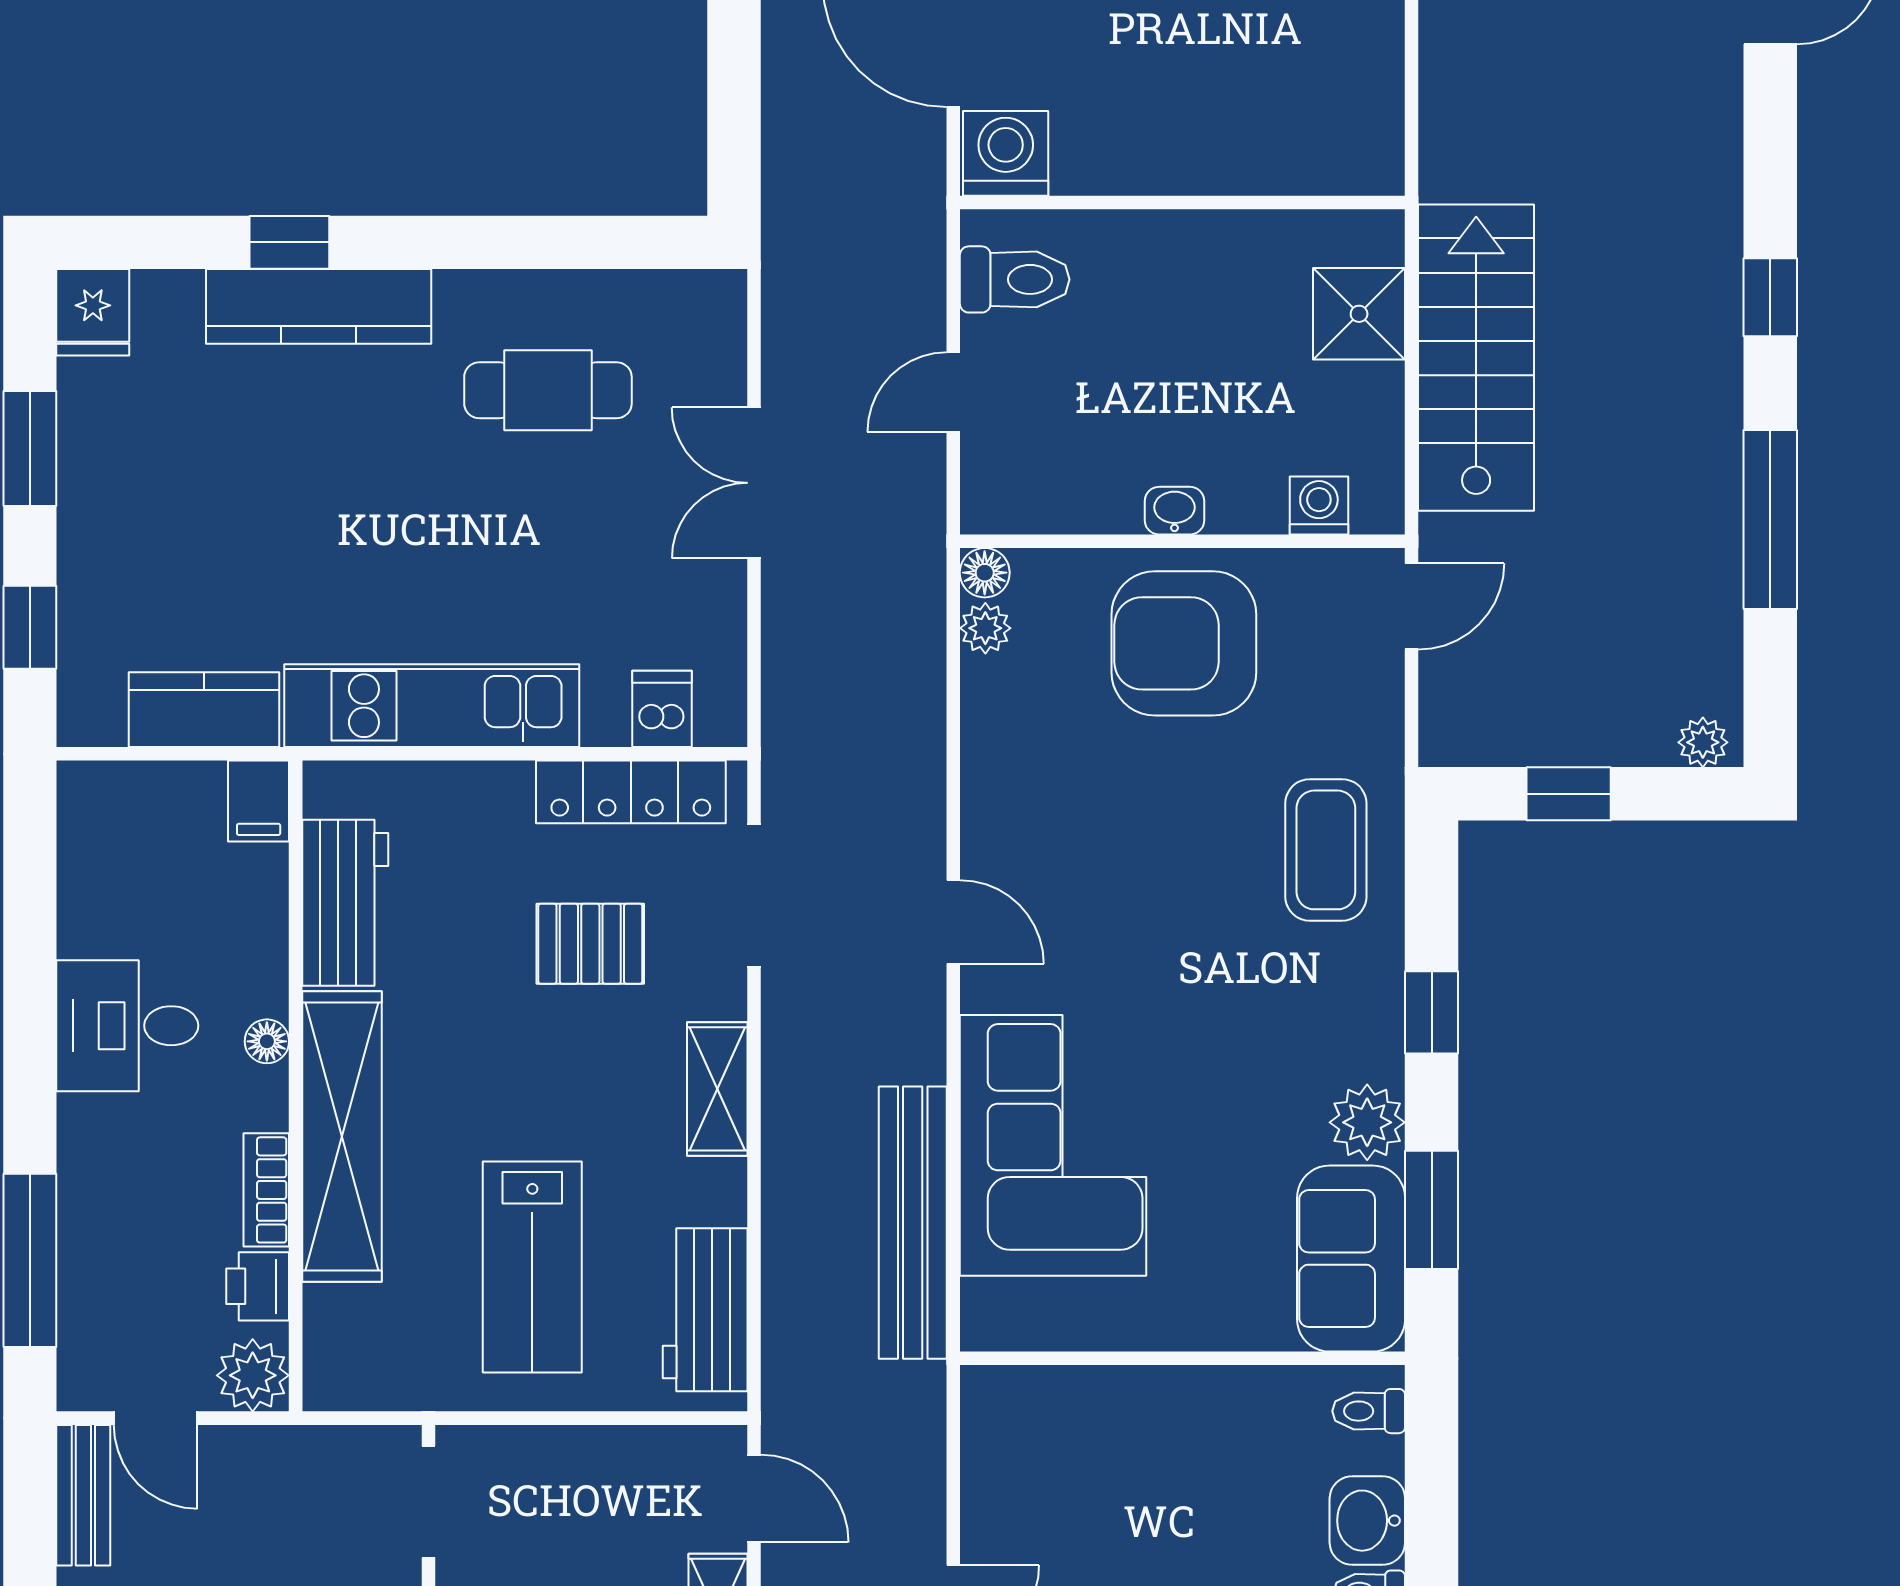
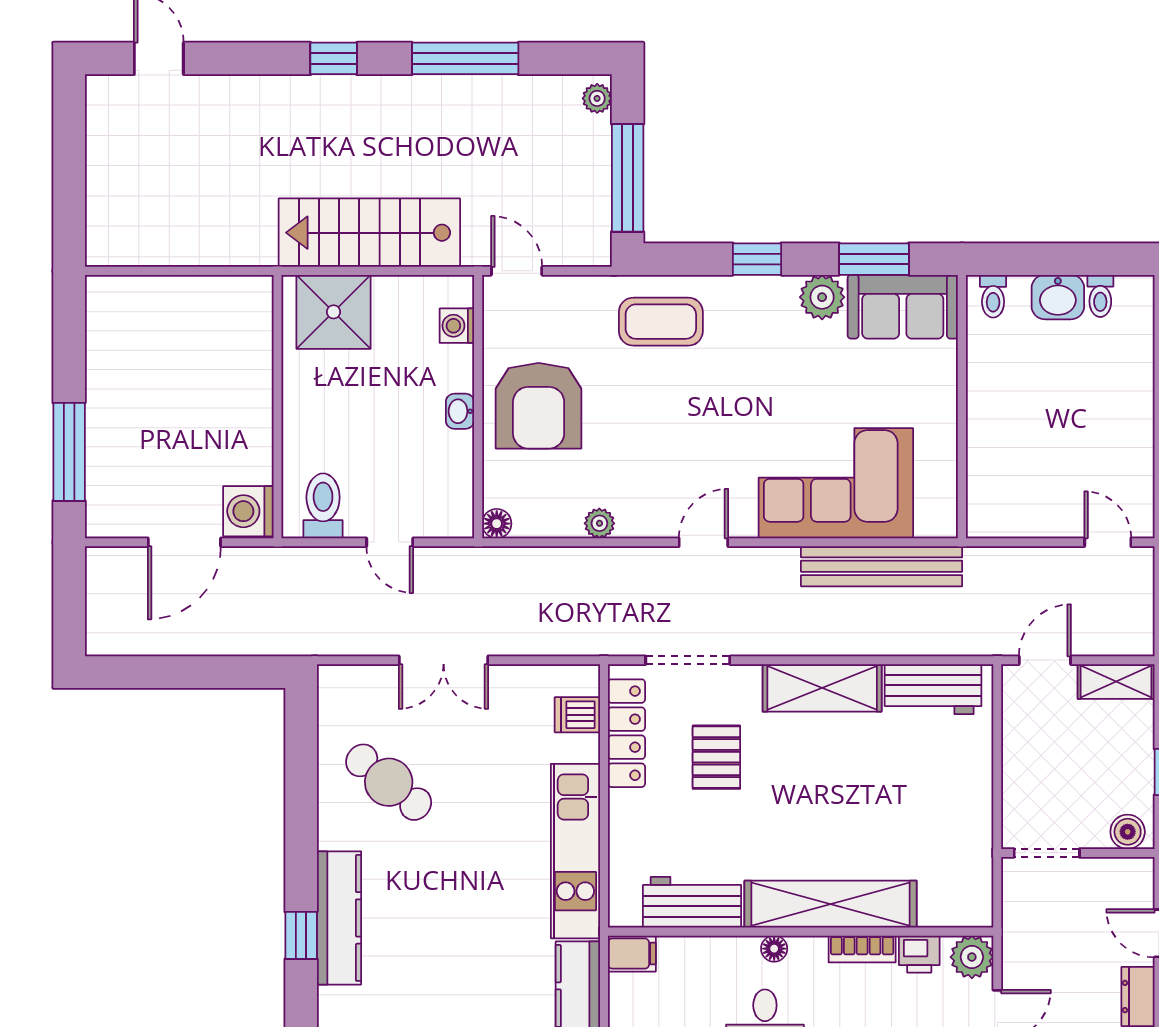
shower: (1359, 314) -> (334, 312), width x1.36, depth x1.36
cafe table: (548, 390) -> (389, 782), turned -51
plant: (985, 628) -> (599, 523), moved
window: (1569, 794) -> (628, 178), width x2.17
shelving: (717, 1089) -> (822, 688), width x1.50, depth x1.33
lab bench: (532, 1267) -> (908, 791), removed

